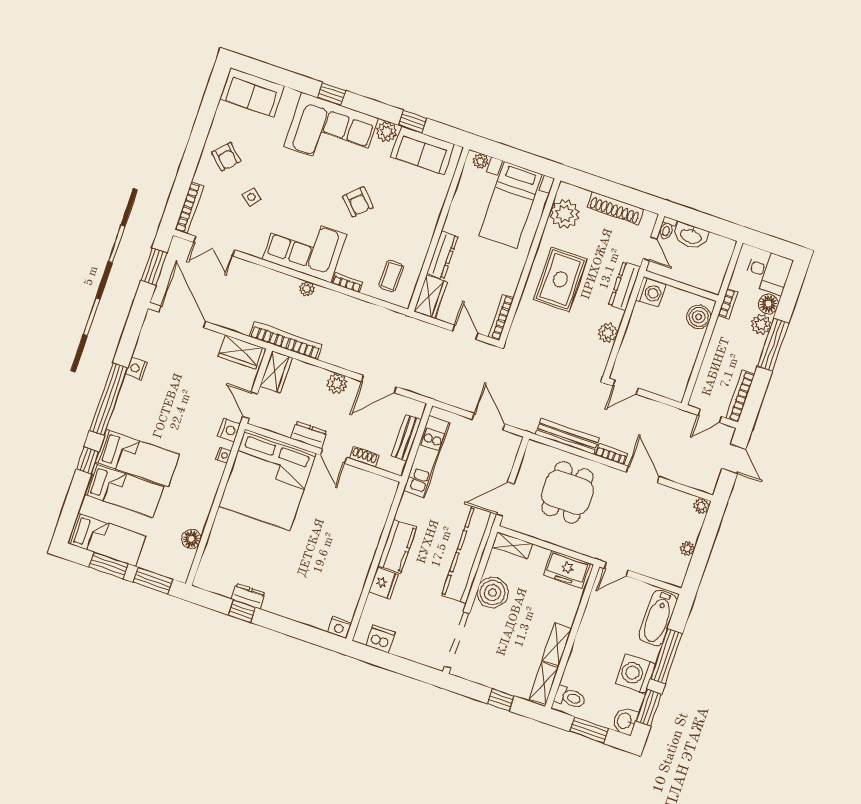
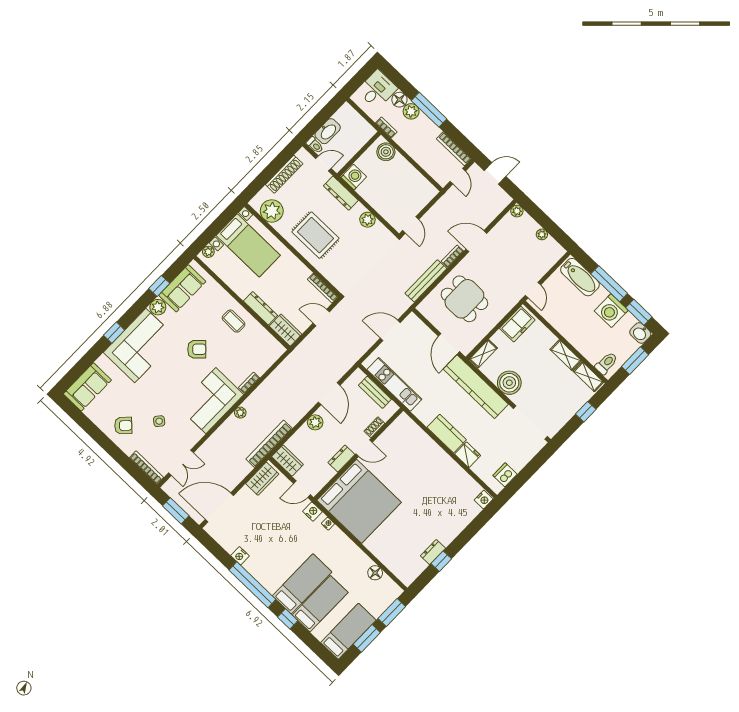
coffee table: (391, 276) -> (234, 321), moved

